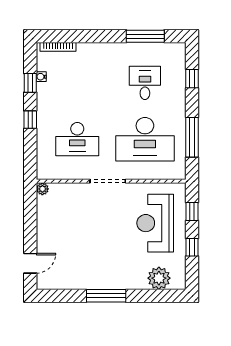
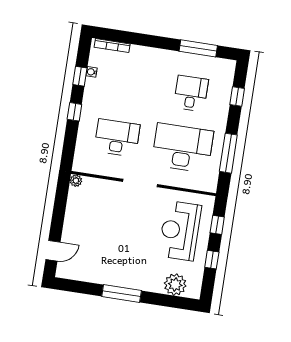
desk: (77, 139) -> (117, 138), turned 180
desk: (145, 139) -> (182, 148), turned 180

